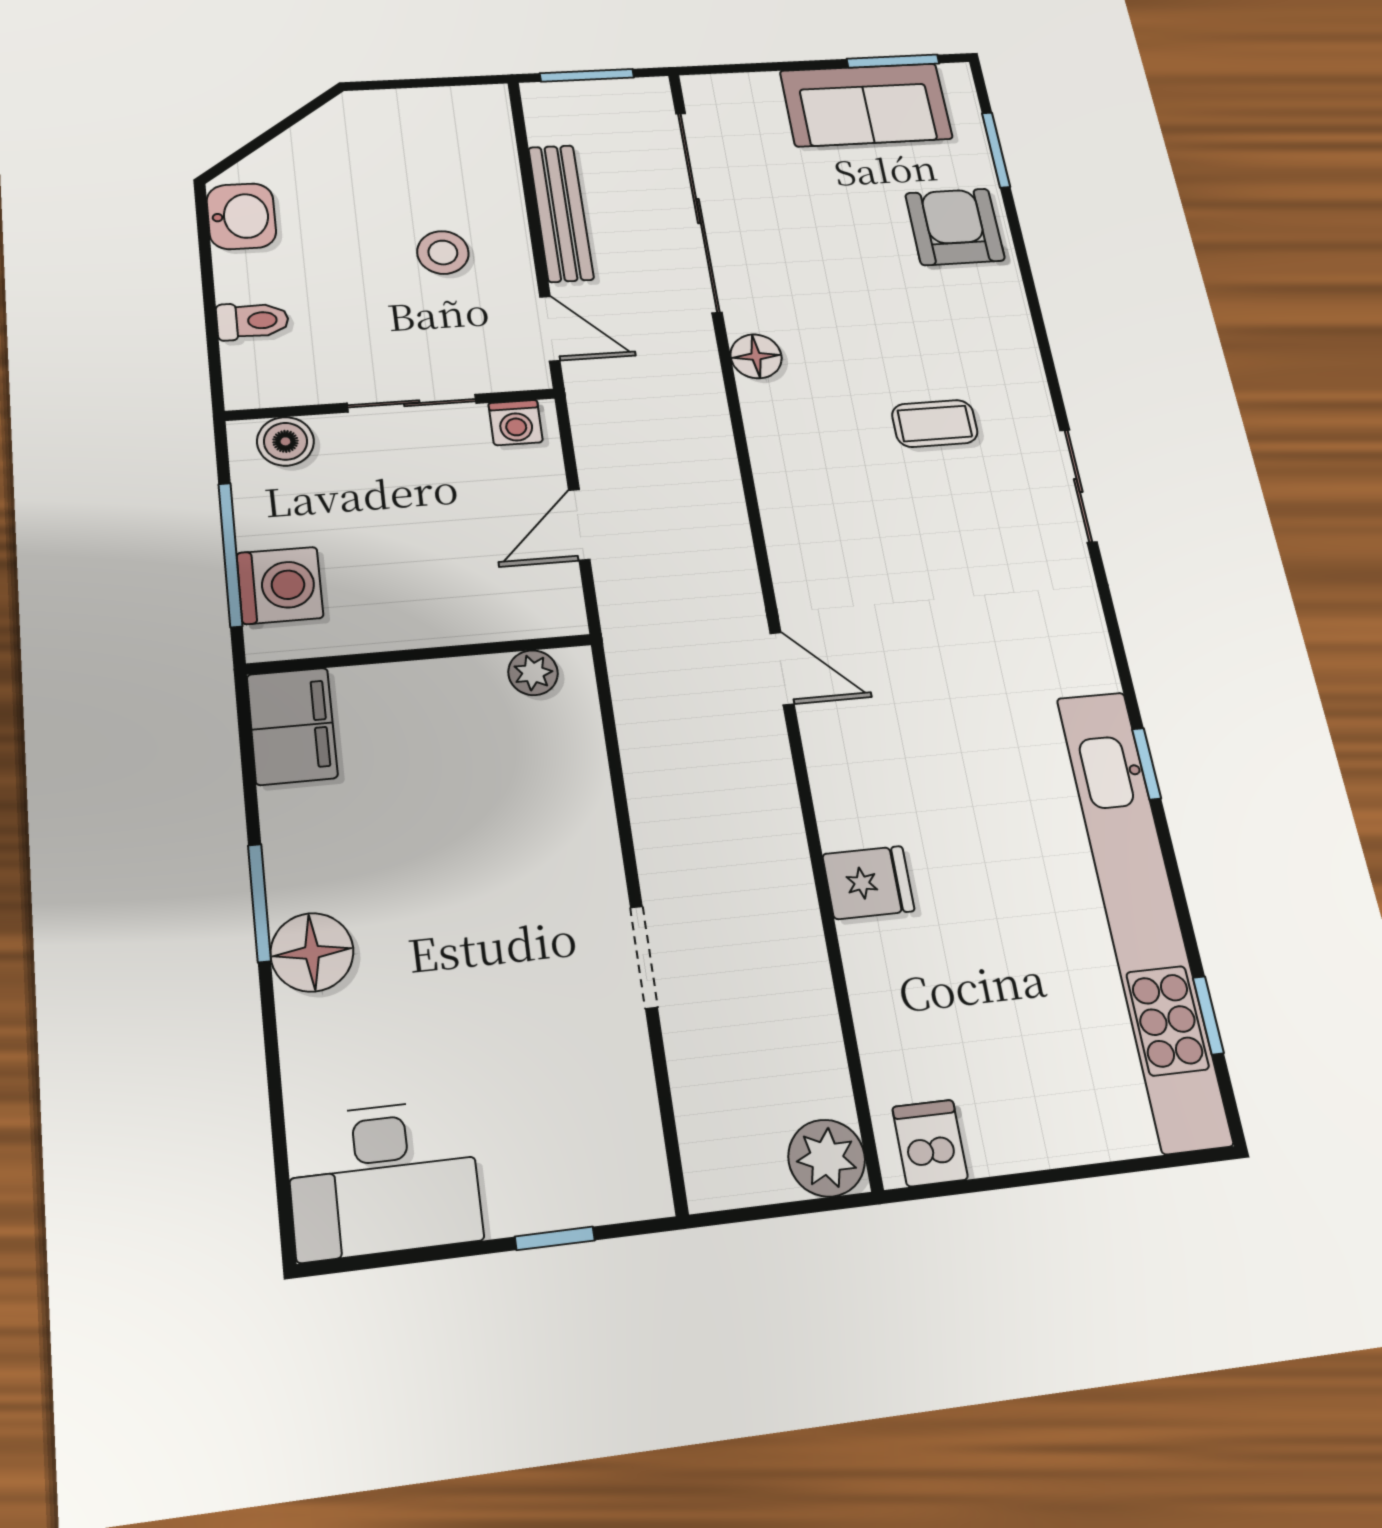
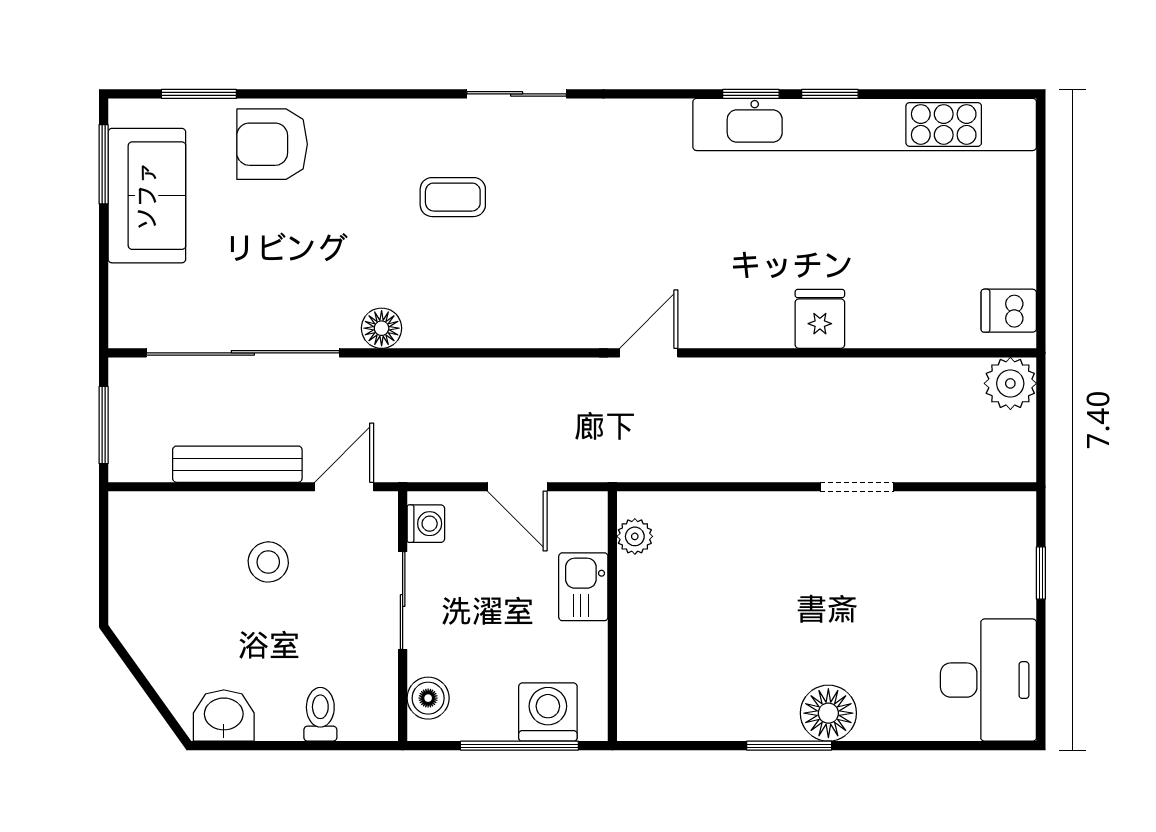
coffee table: (935, 424) -> (453, 197), turned 90
kitchen sink: (456, 615) -> (583, 587), added
filing cabinet: (292, 726) -> (660, 713), removed
window: (1208, 1015) -> (830, 94), moved

